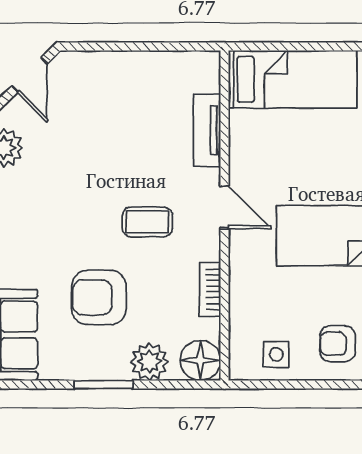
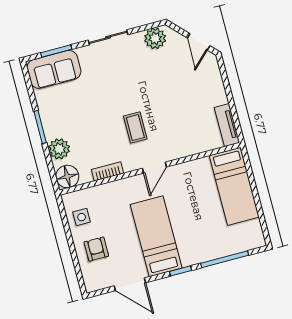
door: (30, 75) -> (199, 42), hinge flipped
tv unit: (207, 130) -> (227, 125), moved, turned -90
armchair: (99, 297) -> (87, 112), removed

